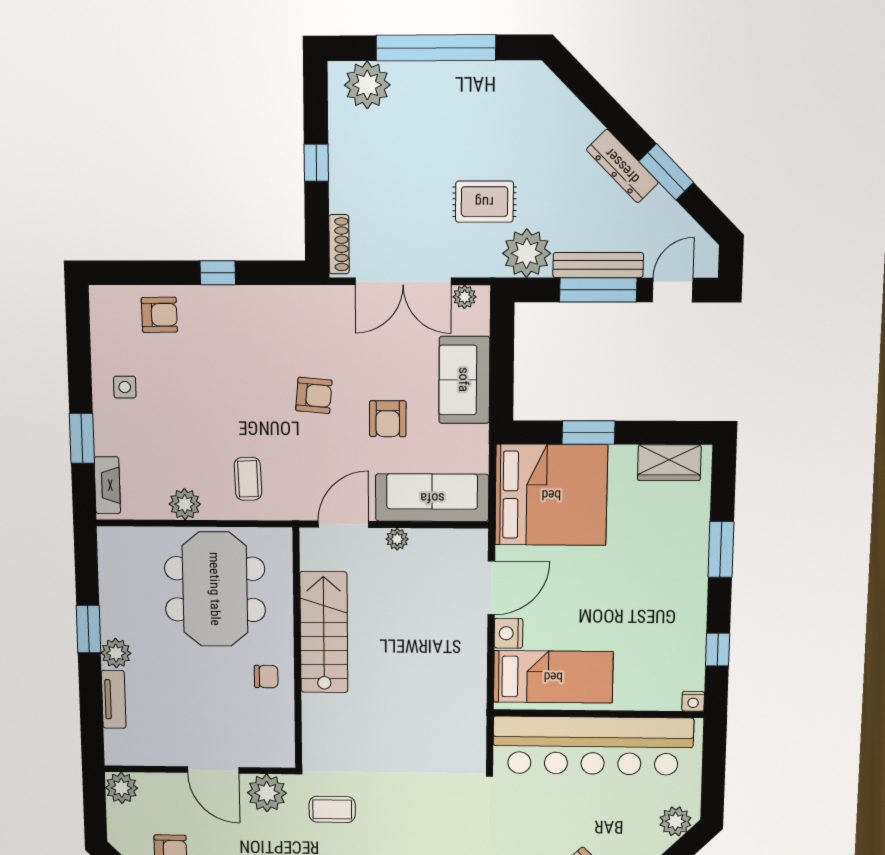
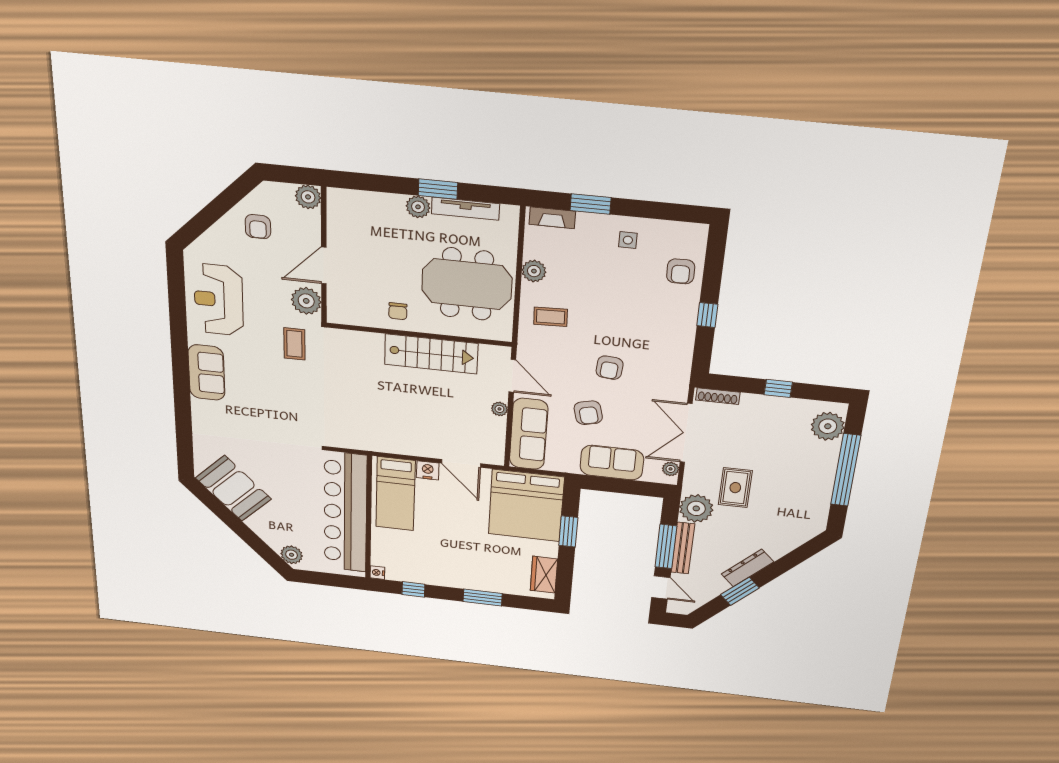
armchair: (388, 419) -> (588, 413), turned -104
tv unit: (114, 699) -> (465, 209), moved, width x1.41

